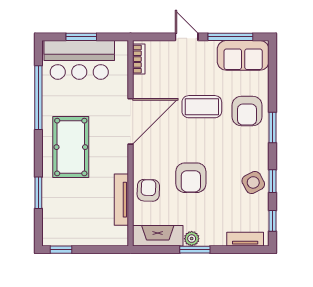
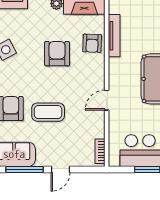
door: (187, 37) -> (60, 170), hinge flipped
door: (131, 121) -> (107, 100), width x0.53

